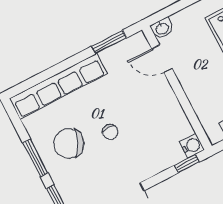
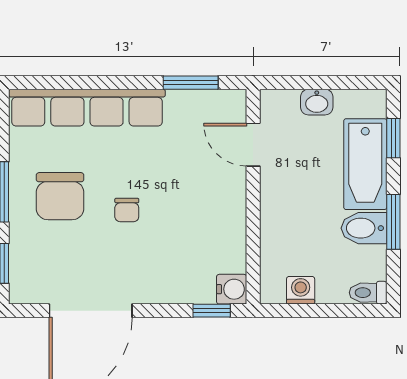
washbasin: (162, 28) -> (317, 102), moved
chair: (69, 144) -> (60, 196), turned -114

